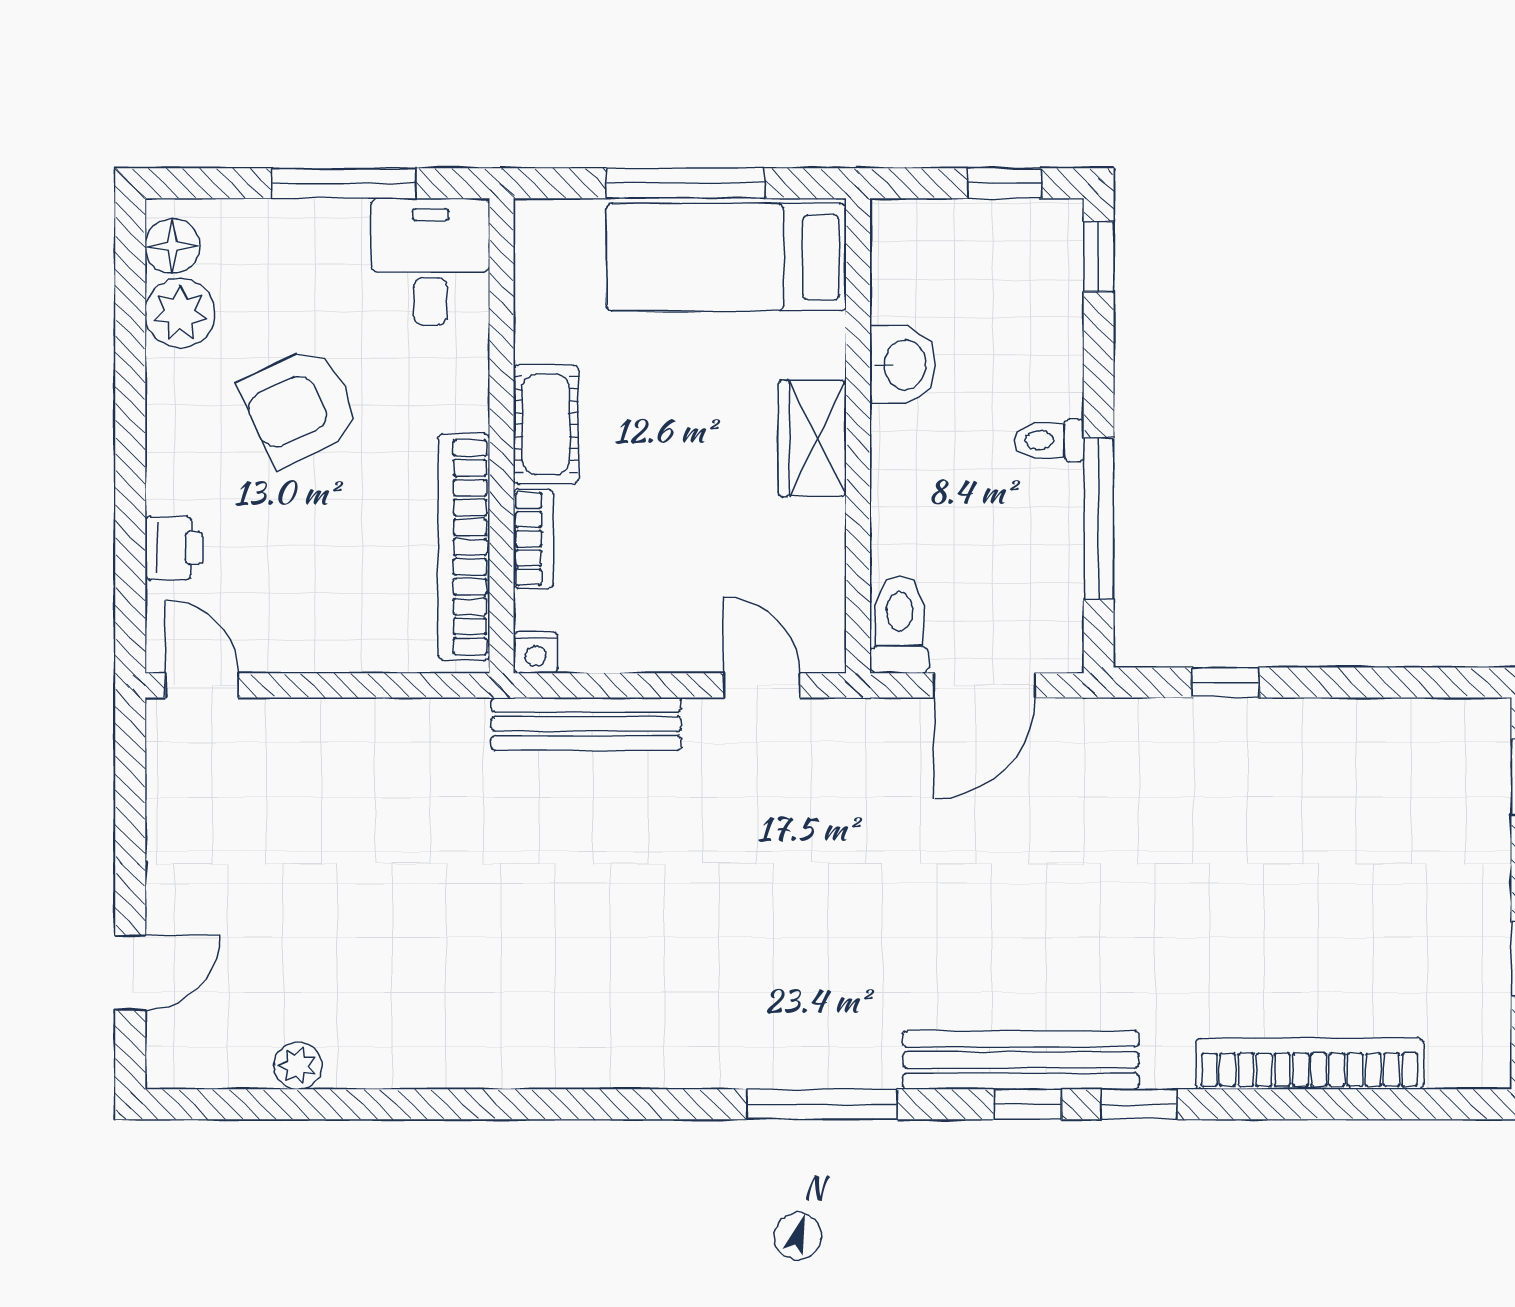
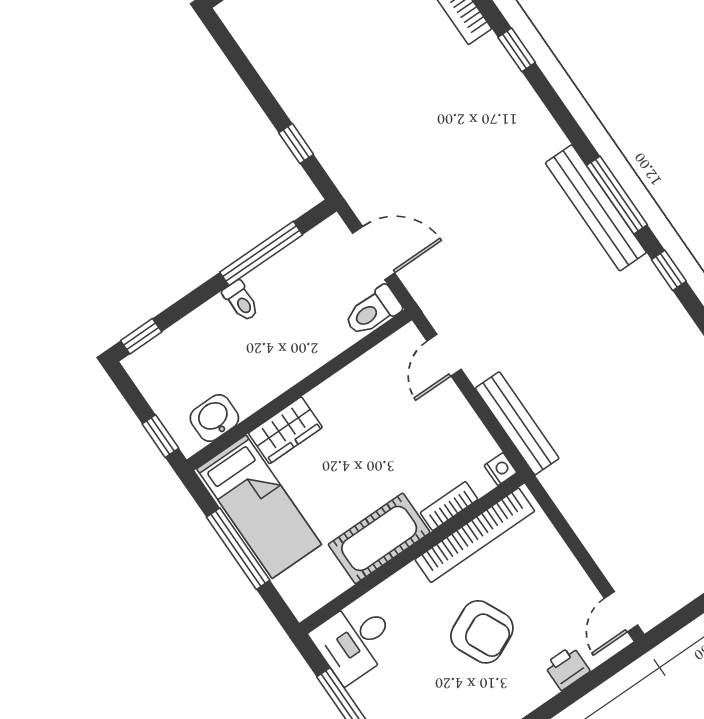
window: (1005, 183) -> (160, 436), moved
washbasin: (903, 365) -> (214, 418), moved
armchair: (300, 406) -> (482, 632), moved
cot: (546, 424) -> (379, 538), width x1.37, depth x1.34
wardrobe: (812, 438) -> (285, 430), moved
bench: (1021, 1060) -> (596, 208), moved
window: (1028, 1104) -> (669, 270), moved

